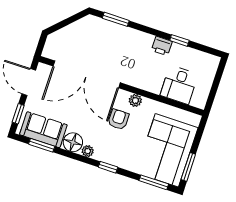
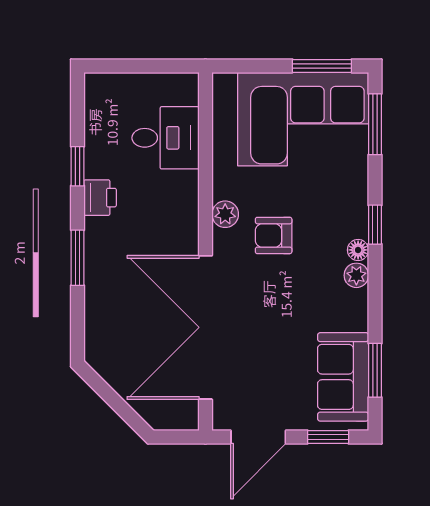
window: (116, 19) -> (78, 258), moved
double door: (87, 74) -> (205, 327), swing flipped
floor lamp: (73, 142) -> (358, 250), moved, width x0.53, depth x0.53

